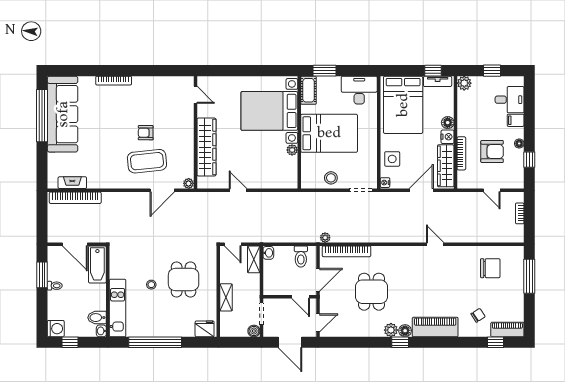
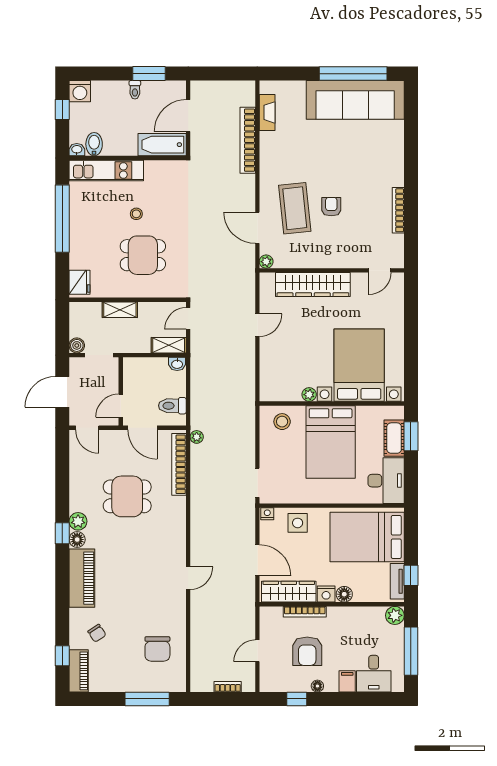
window: (492, 71) -> (411, 651), width x2.17
bookcase: (114, 81) -> (398, 210), moved
cot: (309, 90) -> (394, 438), moved, turned 90
stool: (331, 178) -> (282, 422), moved
bookcase: (75, 198) -> (248, 140), moved

